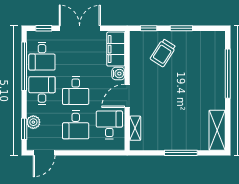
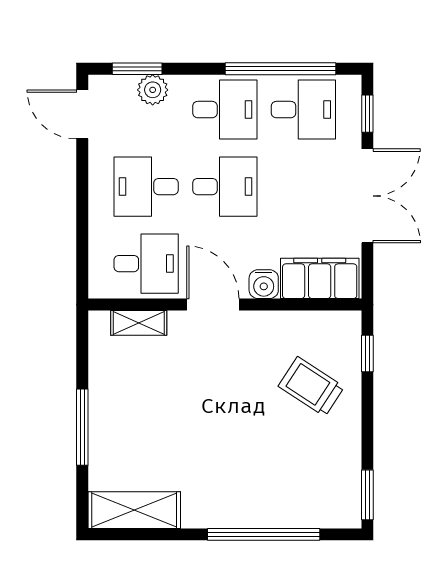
window: (181, 28) -> (367, 495), moved
desk: (42, 56) -> (303, 110), turned 180
desk: (76, 91) -> (225, 187), turned 180

